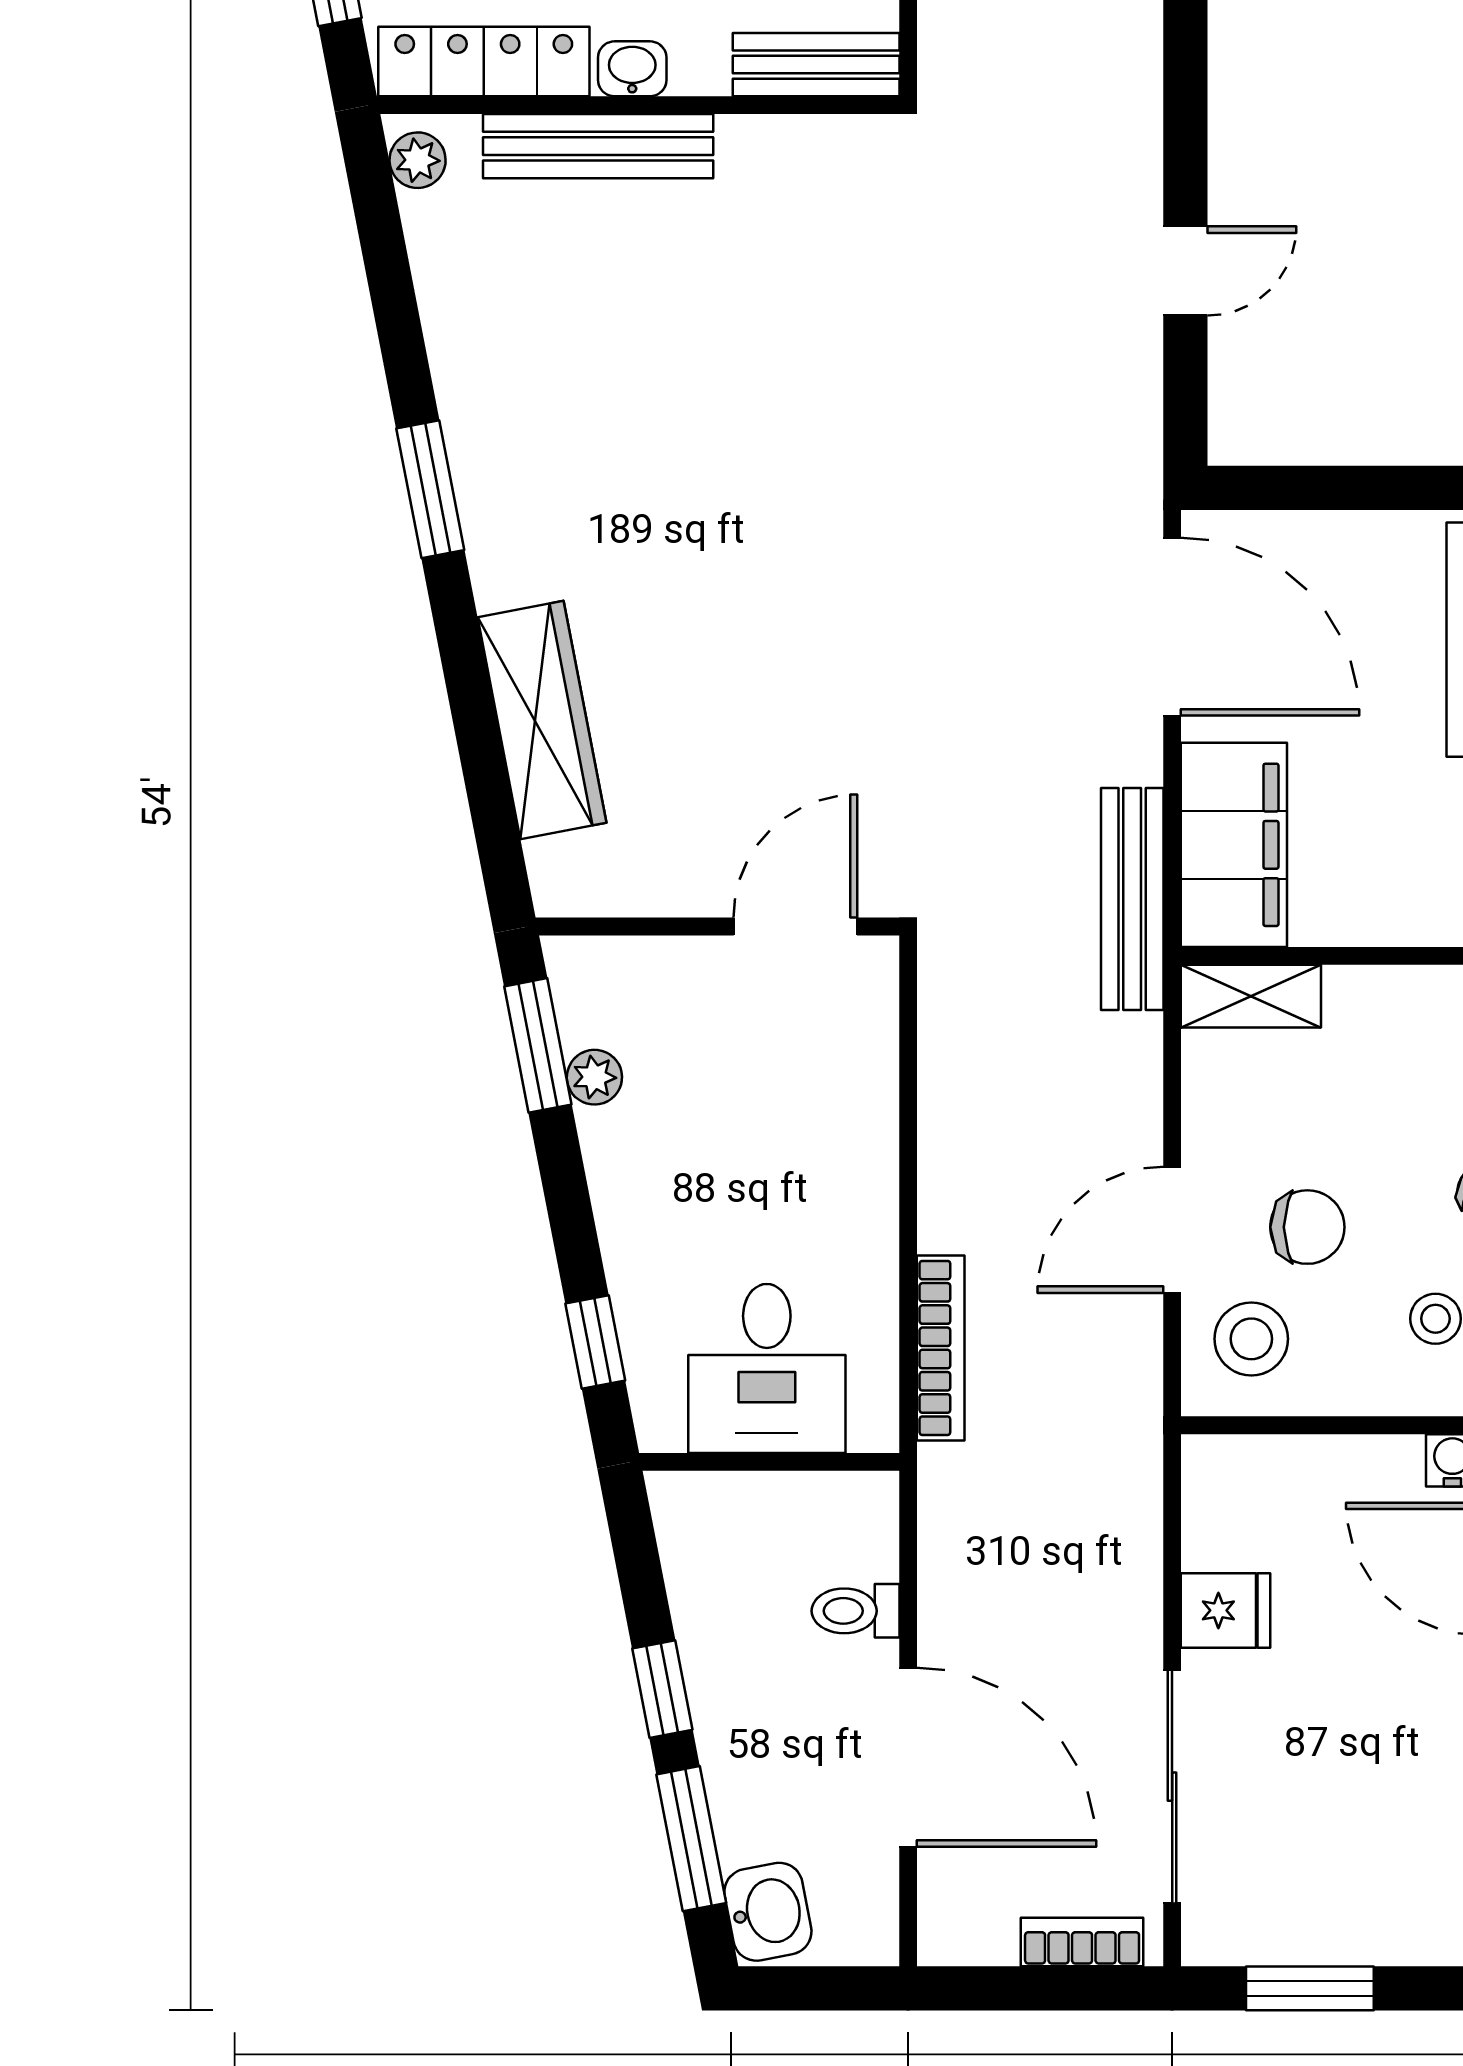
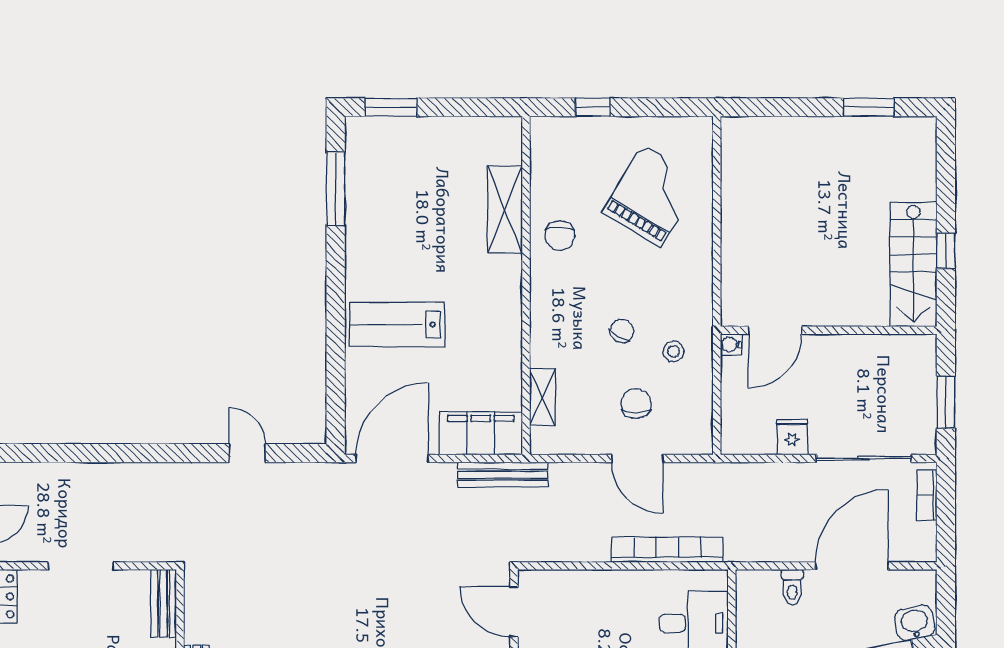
shelving: (1251, 996) -> (542, 397), moved
stool: (1251, 1339) -> (682, 426), removed
bookcase: (941, 1348) -> (667, 550), width x1.48, depth x1.31

